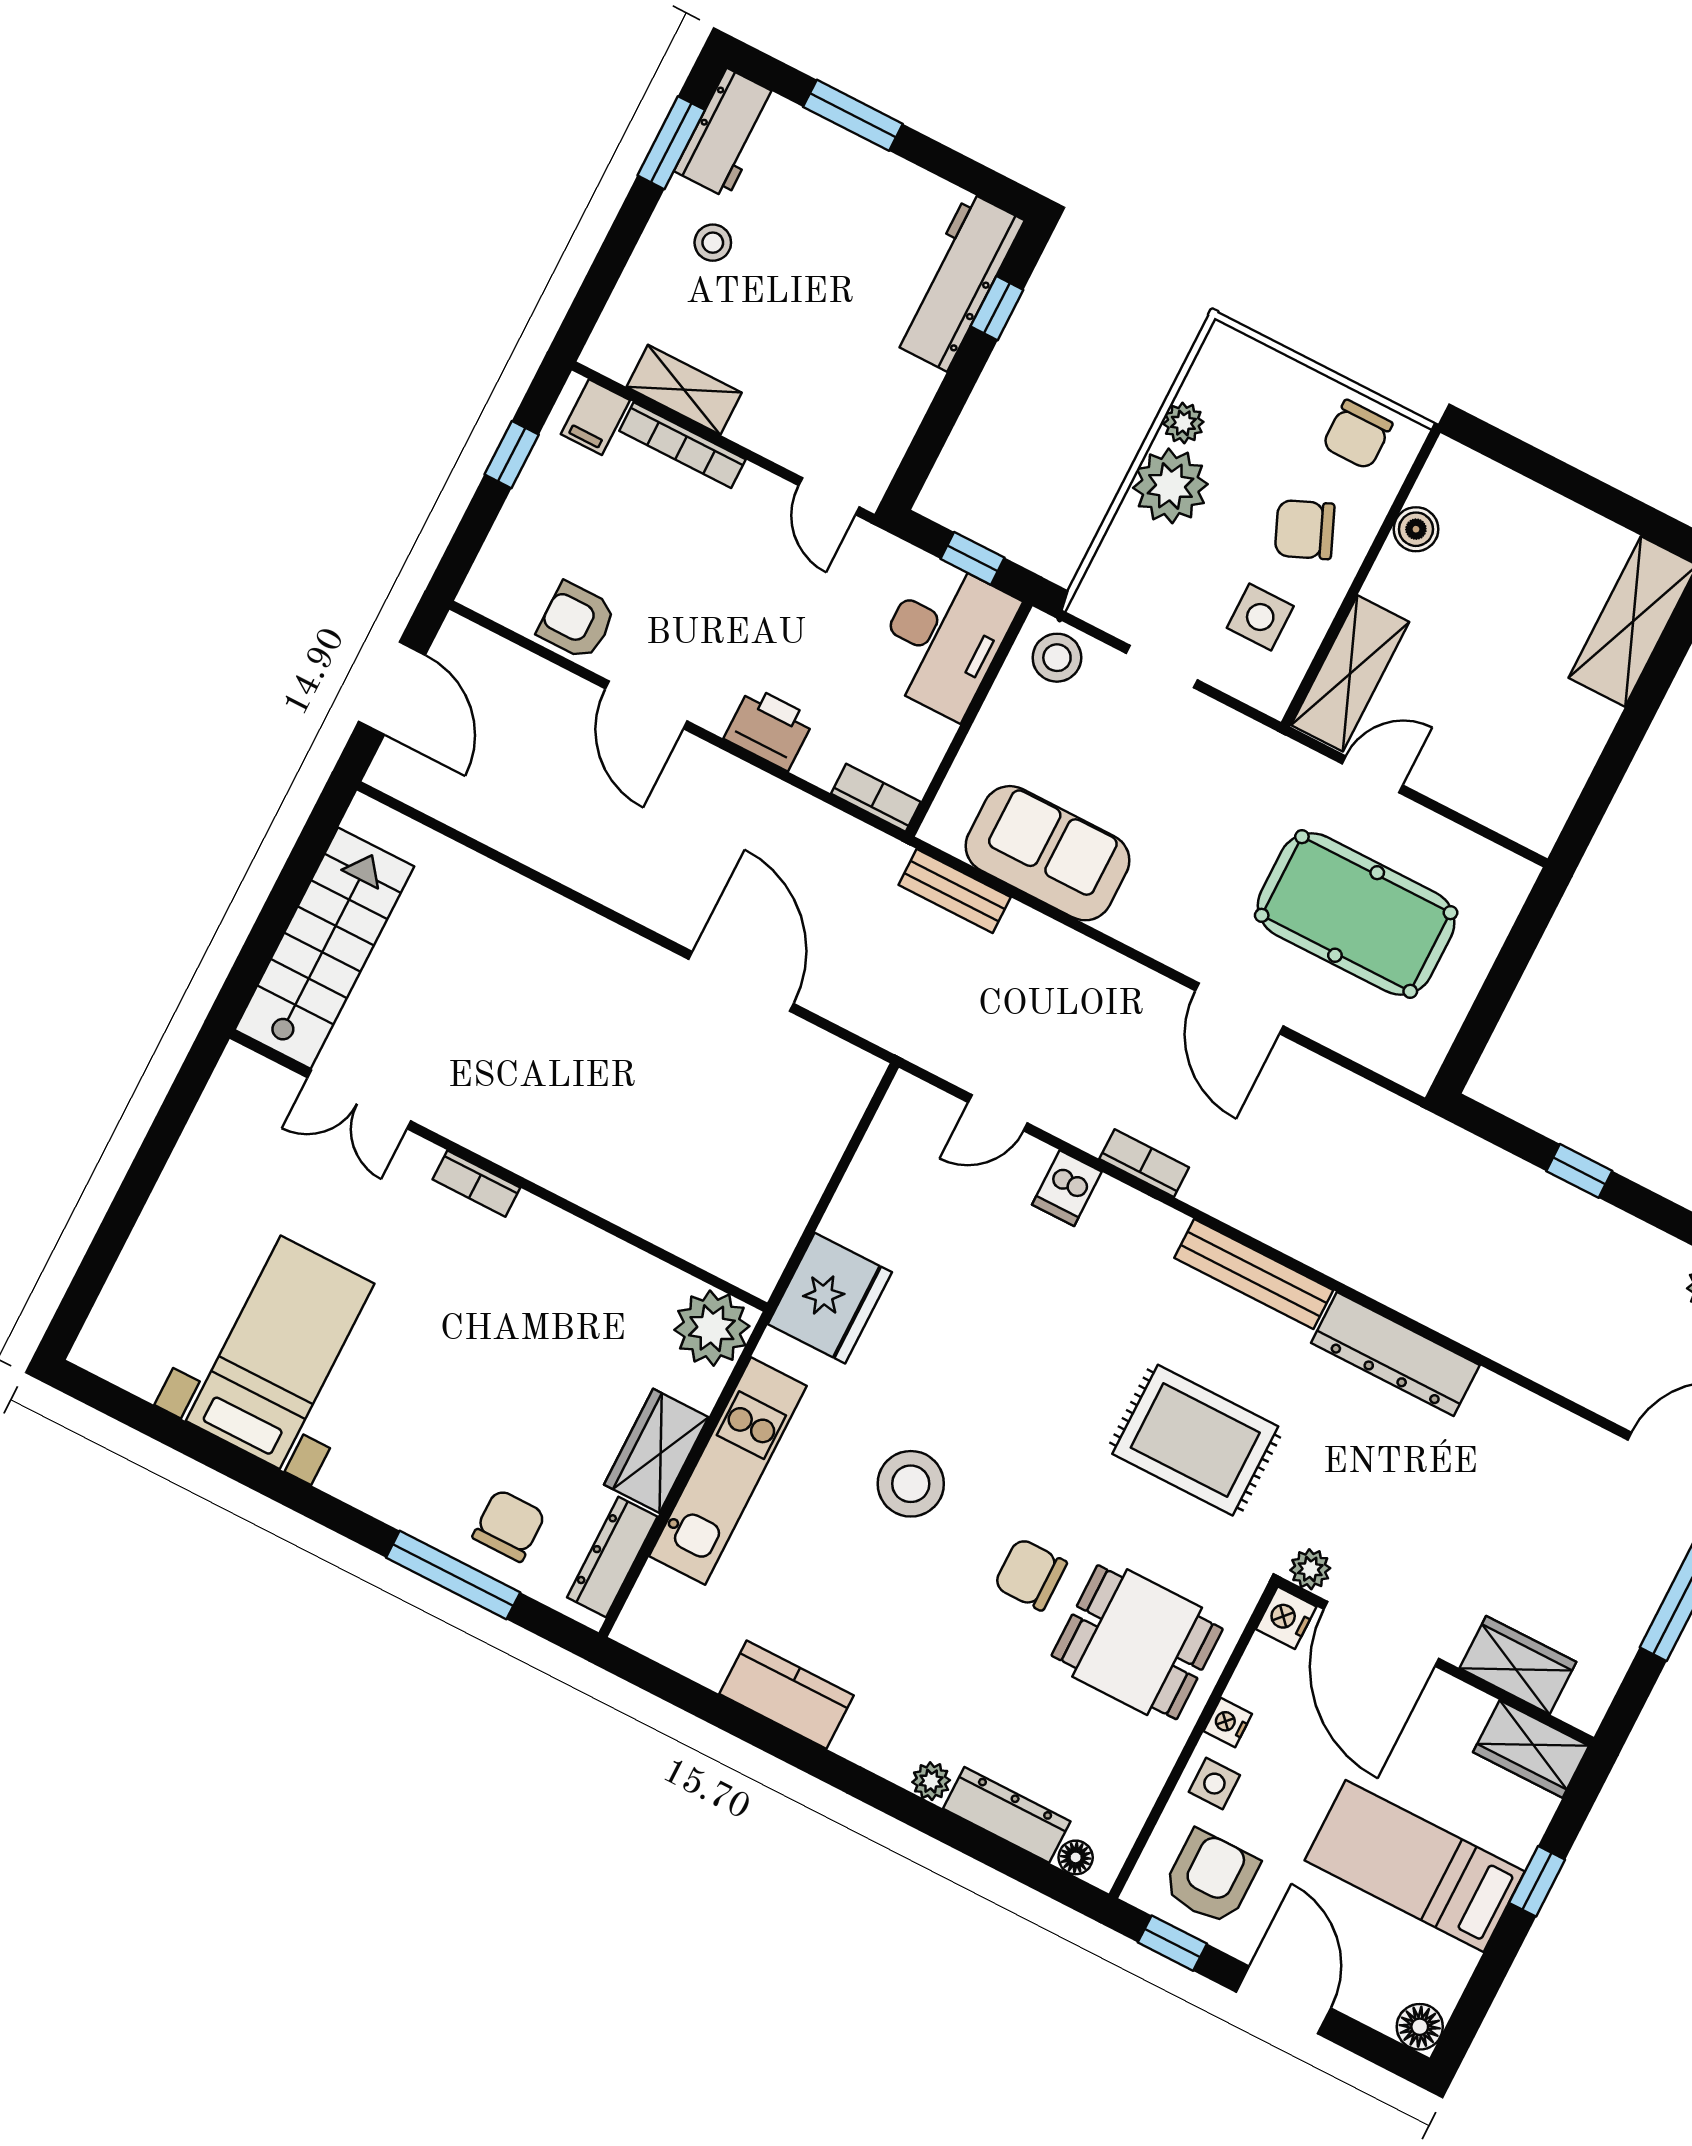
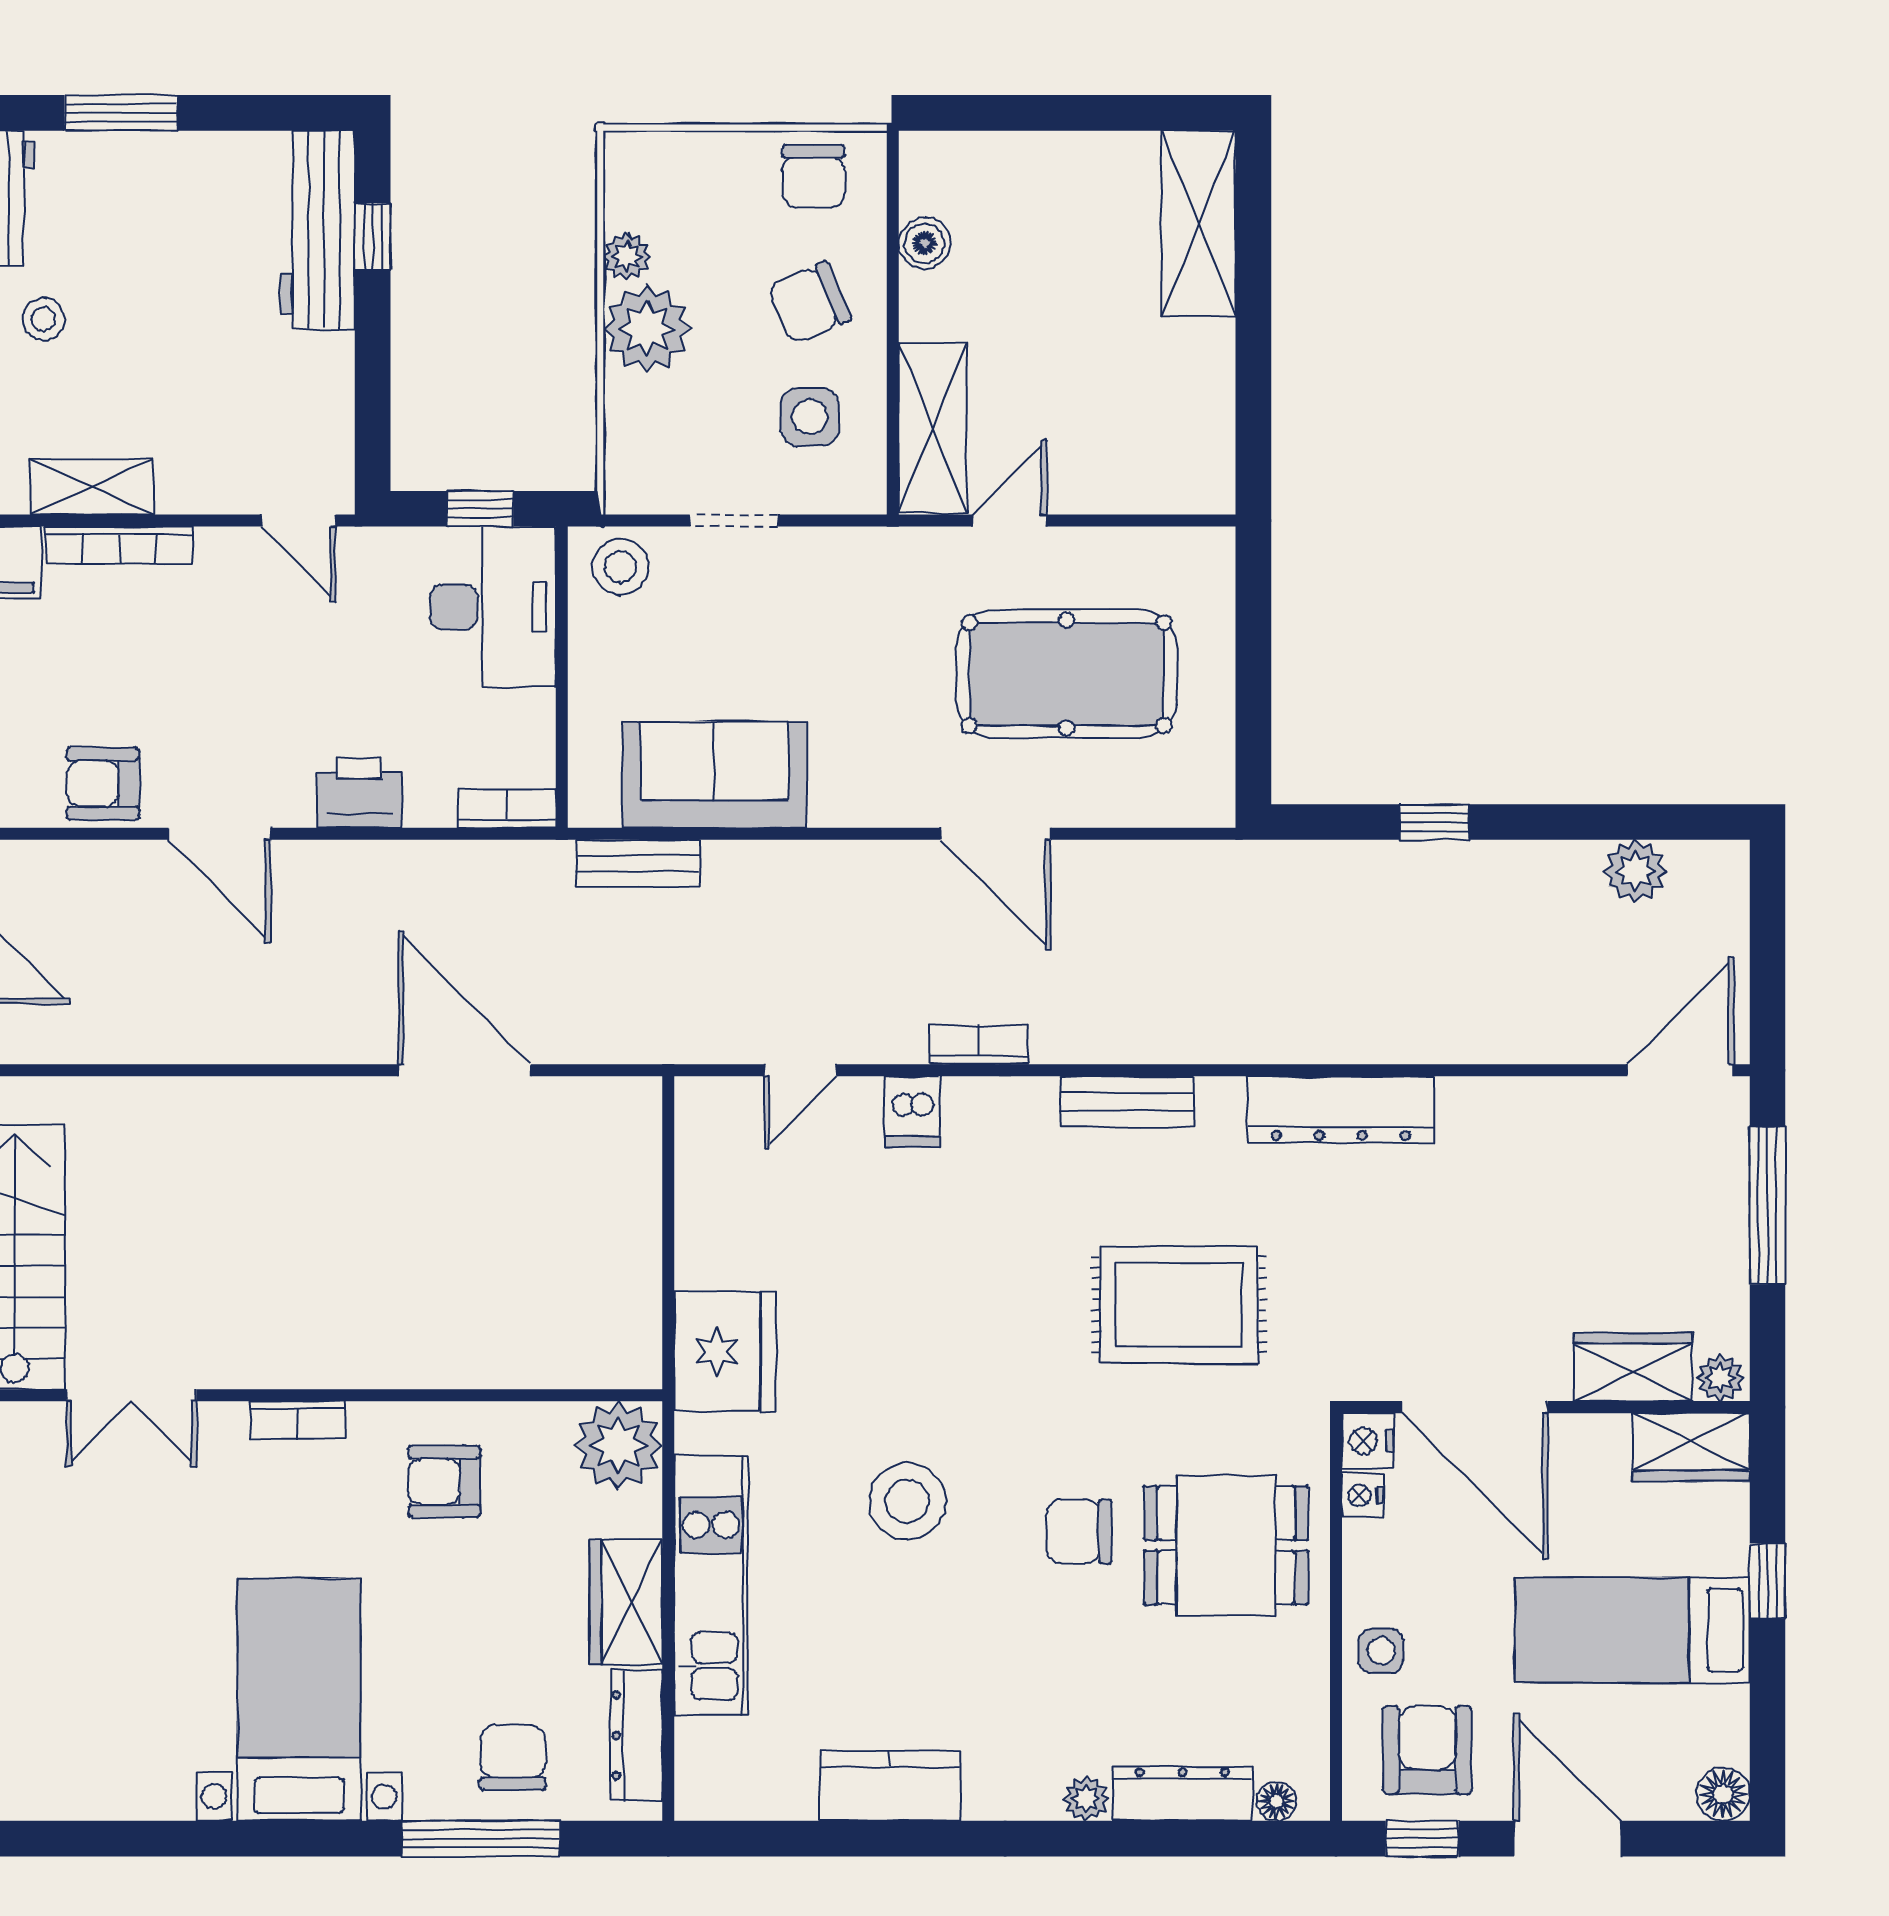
bench: (1254, 1274) -> (1127, 1102), width x0.73
armchair: (565, 1288) -> (444, 1482), added
bed with nightstands: (280, 1352) -> (299, 1699), moved
plant: (1310, 1569) -> (1720, 1378), moved
nightstand: (1228, 1723) -> (1363, 1495), moved

